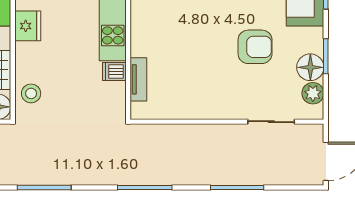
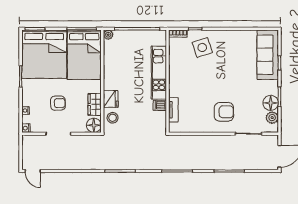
fridge: (28, 26) -> (111, 99), moved
armchair: (255, 47) -> (224, 112), moved

